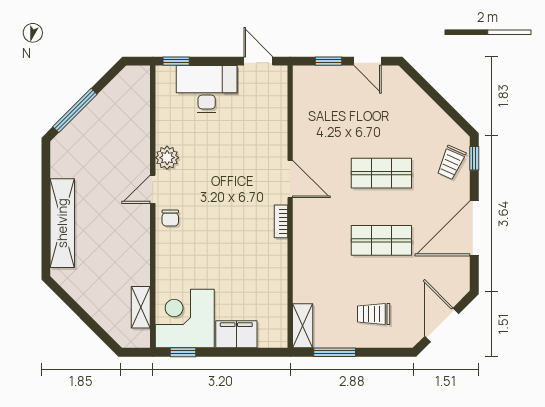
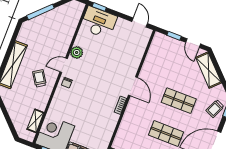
desk: (207, 89) -> (99, 22), moved
shelving: (413, 98) -> (209, 70), added
trolley: (119, 229) -> (39, 78), added

